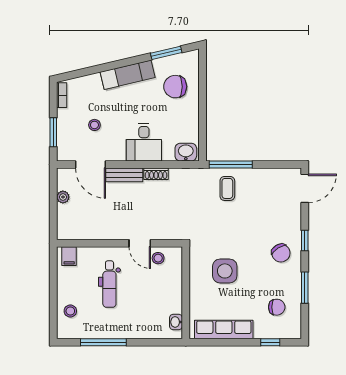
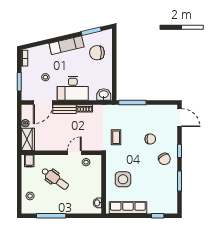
desk: (144, 142) -> (73, 88), width x1.37
door: (91, 165) -> (43, 102), hinge flipped
coffee table: (227, 188) -> (116, 137), moved
door: (305, 188) -> (180, 118), hinge flipped
wardrobe: (67, 222) -> (28, 139), added
door: (140, 243) -> (74, 153), swing flipped
side table: (225, 271) -> (123, 179), moved
dental chair: (109, 284) -> (55, 179), turned -54
chair: (277, 307) -> (150, 139), moved

